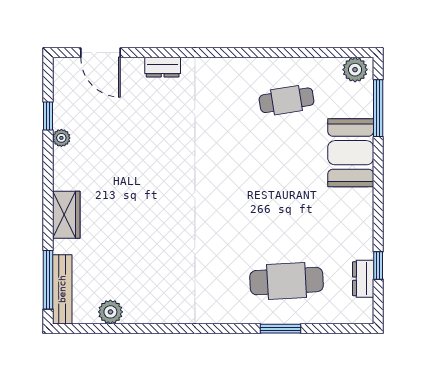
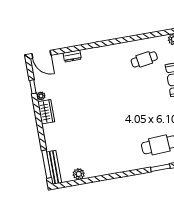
door: (100, 53) -> (41, 54), moved
dresser: (163, 67) -> (72, 56), moved
wardrobe: (66, 215) -> (46, 112), moved

